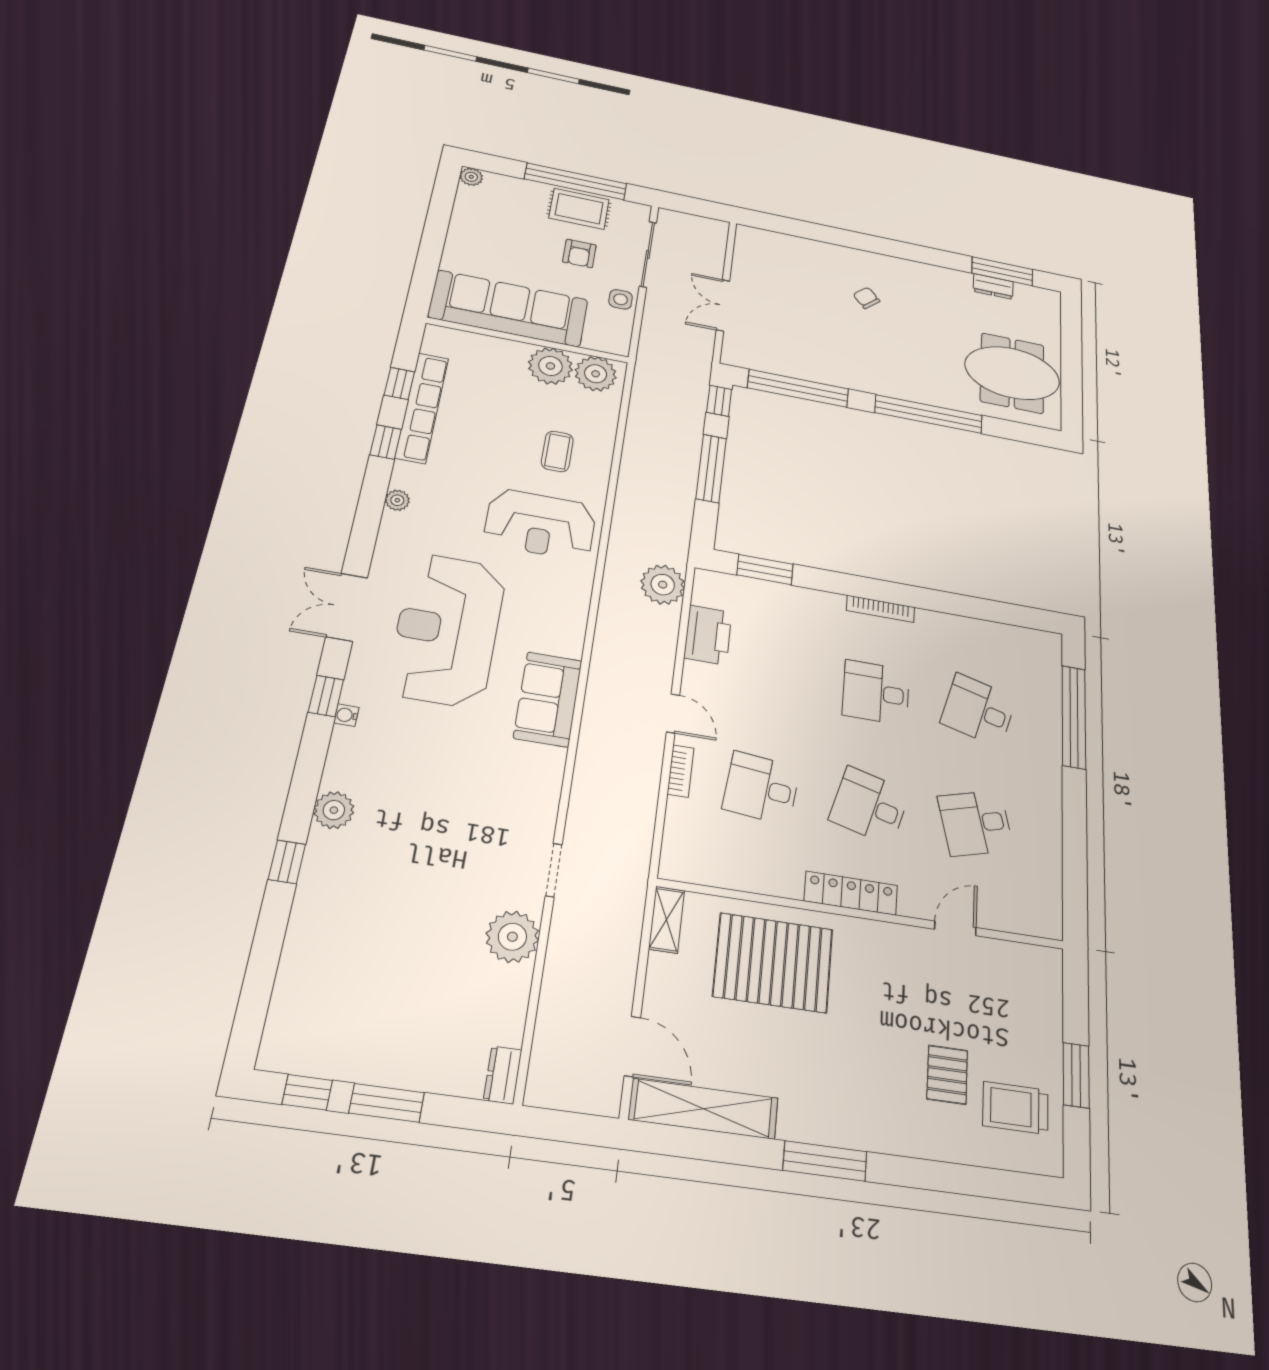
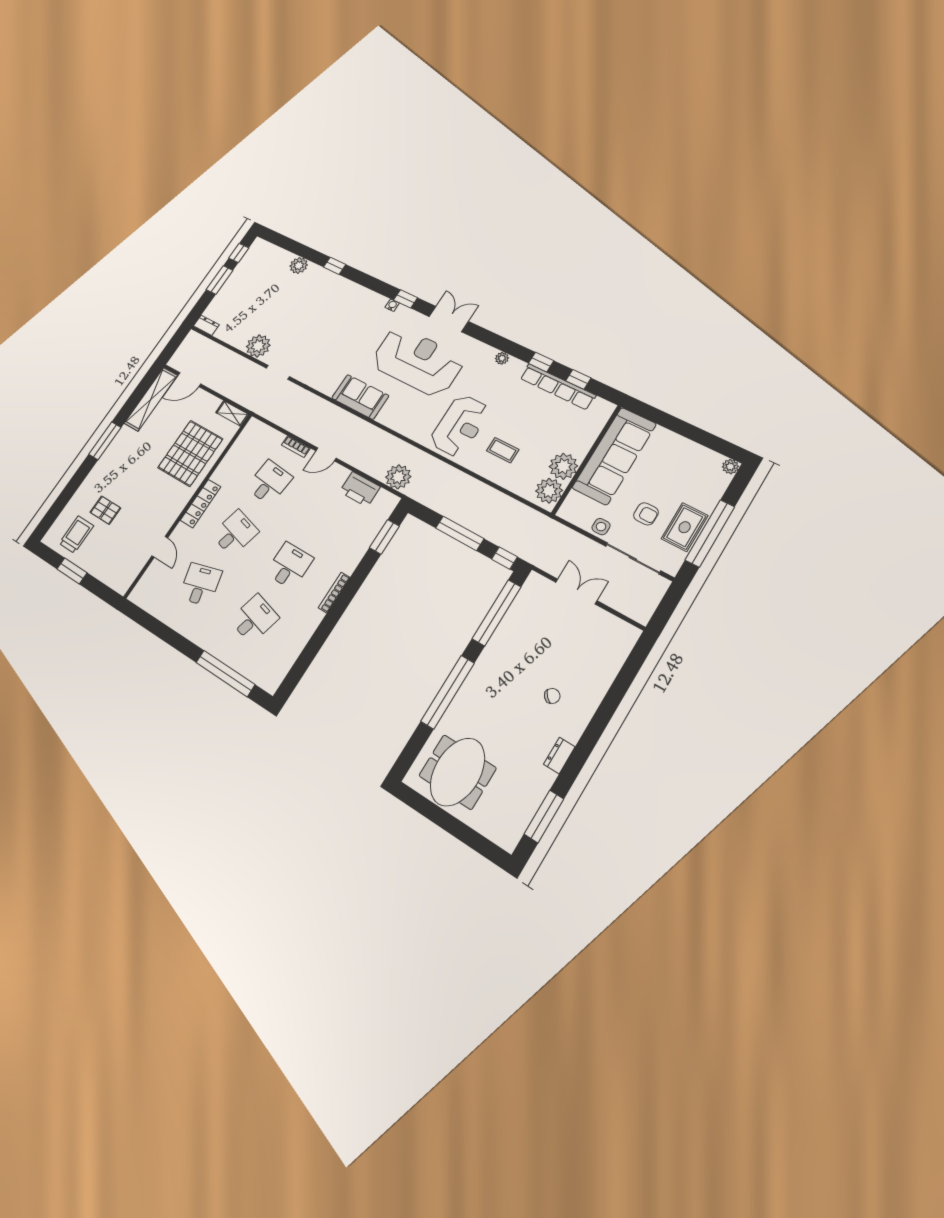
armchair: (579, 254) -> (646, 514), turned 180
dresser: (993, 286) -> (559, 756), moved
reception desk: (540, 524) -> (460, 426), turned 180
plant: (334, 810) -> (299, 265), moved

